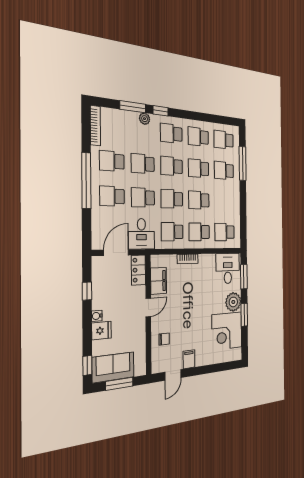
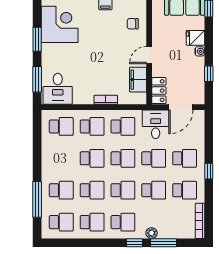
window: (86, 181) -> (209, 171), width x0.32
plant: (233, 302) -> (51, 54), removed

